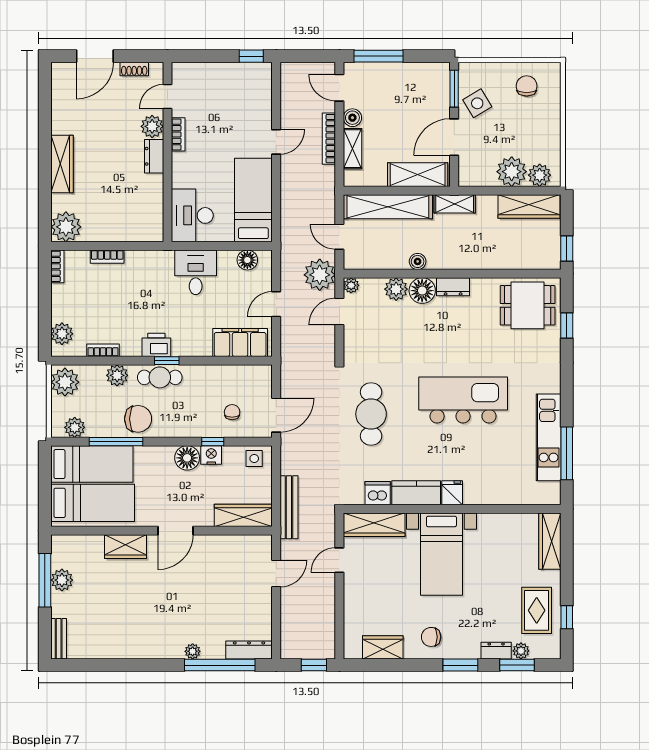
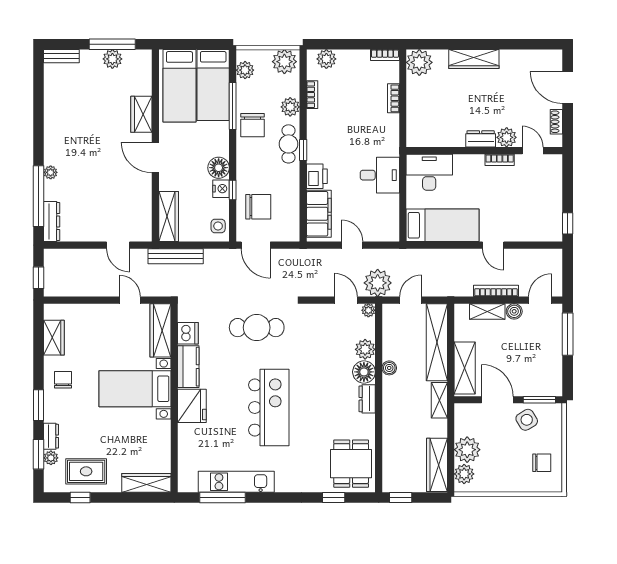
floor lamp: (247, 260) -> (390, 220), removed
printer: (156, 345) -> (317, 176), moved
chair: (232, 412) -> (258, 207), width x1.87, depth x1.87
fridge: (452, 493) -> (192, 406), width x1.88, depth x1.34

